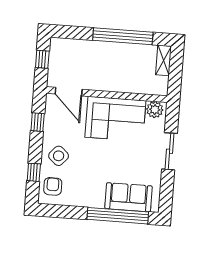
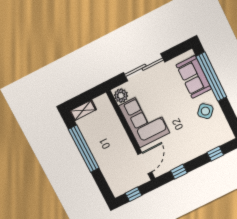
sliding door: (169, 151) -> (144, 67), width x1.37
side table: (59, 156) -> (205, 111), moved
armchair: (53, 186) -> (217, 135), removed

